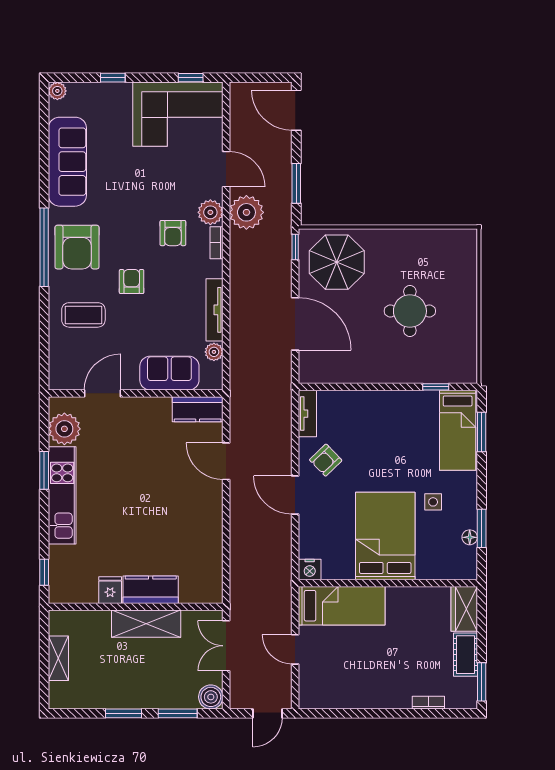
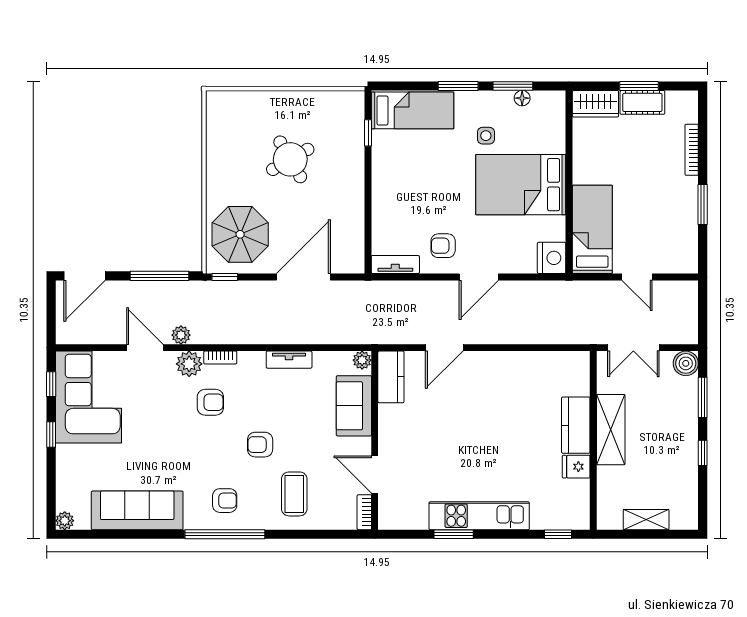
window: (113, 78) -> (51, 434), moved
door: (226, 169) -> (145, 348), hinge flipped
window: (296, 183) -> (159, 276), width x1.44
plant: (246, 212) -> (181, 335), width x0.53, depth x0.53
armchair: (77, 247) -> (225, 501), width x0.53, depth x0.53
tv unit: (214, 310) -> (289, 360), width x0.71
round table: (410, 311) -> (290, 159), turned -30
plant: (214, 352) -> (362, 360), moved
bookcase: (66, 383) -> (364, 512), added
plant: (64, 429) -> (411, 513), removed
window: (482, 432) -> (458, 86), moved
armchair: (326, 460) -> (443, 246), turned 134
nightstand: (310, 569) -> (552, 258), width x1.36, depth x1.33
door: (295, 649) -> (637, 277), hinge flipped
window: (482, 682) -> (639, 86), moved
bookcase: (428, 703) -> (692, 150), width x1.56
window: (124, 713) -> (703, 453), width x0.67
door: (267, 713) -> (703, 305), removed
window: (366, 713) -> (703, 205), added

